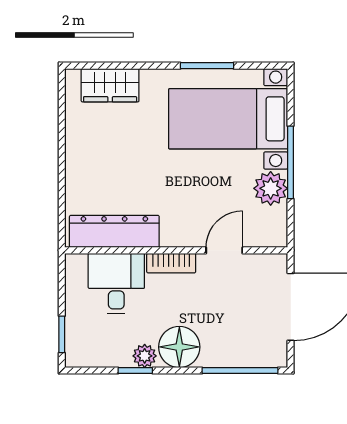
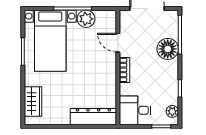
dresser: (114, 231) -> (93, 117), moved, turned 90
desk: (116, 284) -> (135, 110), moved
floor lamp: (179, 347) -> (168, 49), moved
plant: (145, 356) -> (172, 111), moved

